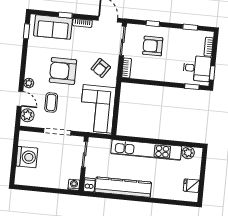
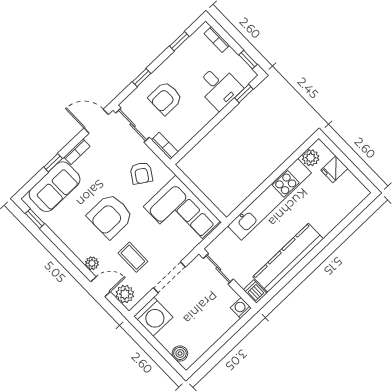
desk: (197, 68) -> (219, 87), moved, turned 90
washing machine: (27, 157) -> (153, 317), moved, turned 90
boiler: (21, 173) -> (180, 353), added
fridge: (191, 186) -> (334, 169), moved

